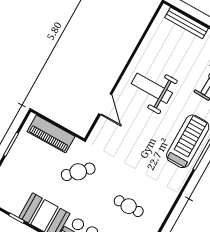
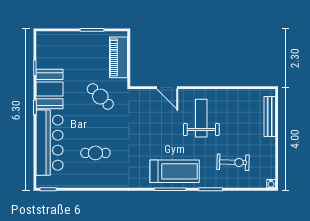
door: (105, 104) -> (167, 88), hinge flipped
cafe table: (129, 206) -> (95, 153), turned 90

